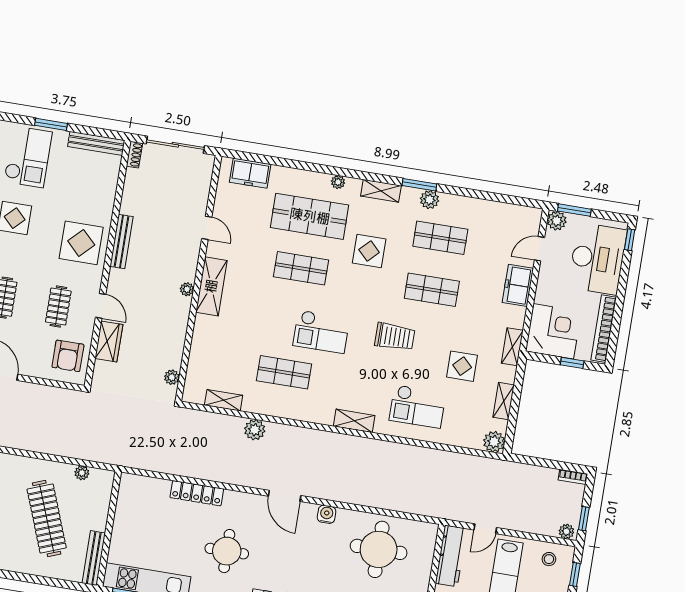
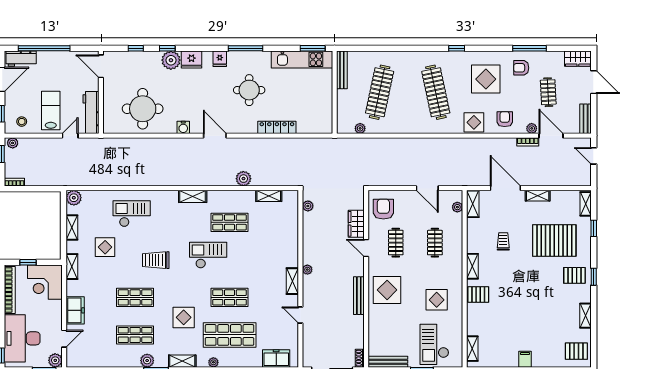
shelving: (211, 286) -> (292, 281), width x0.67, depth x0.75
shelving: (354, 421) -> (193, 196), moved
clothes rail: (47, 519) -> (380, 92), turned 33

